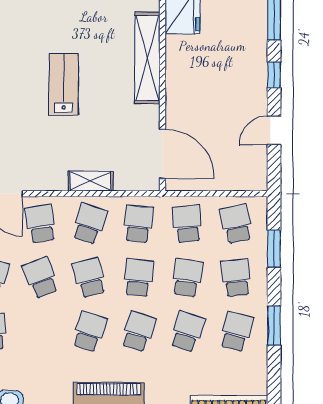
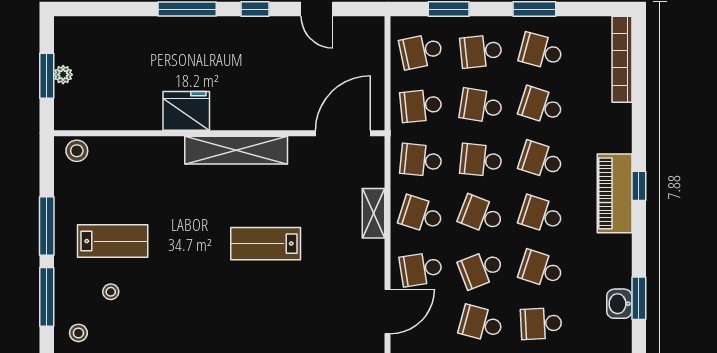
school desk: (89, 278) -> (481, 215), turned 36
school desk: (41, 332) -> (541, 269), added

